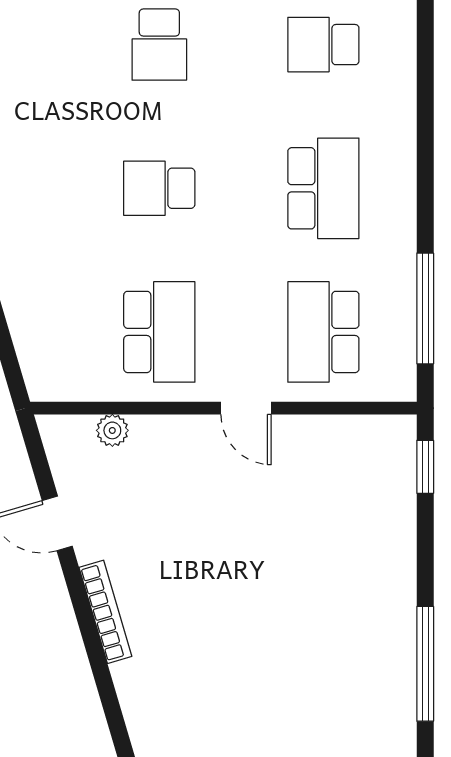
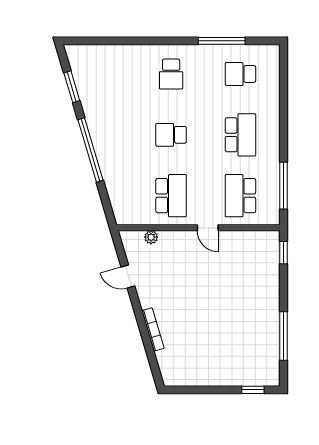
bookcase: (105, 612) -> (153, 330), moved

